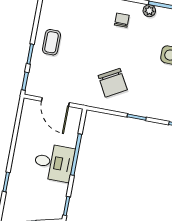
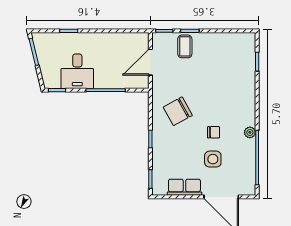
chair: (122, 20) -> (213, 132), moved
coffee table: (51, 42) -> (185, 46), moved, turned 90
desk: (54, 163) -> (77, 71), moved

